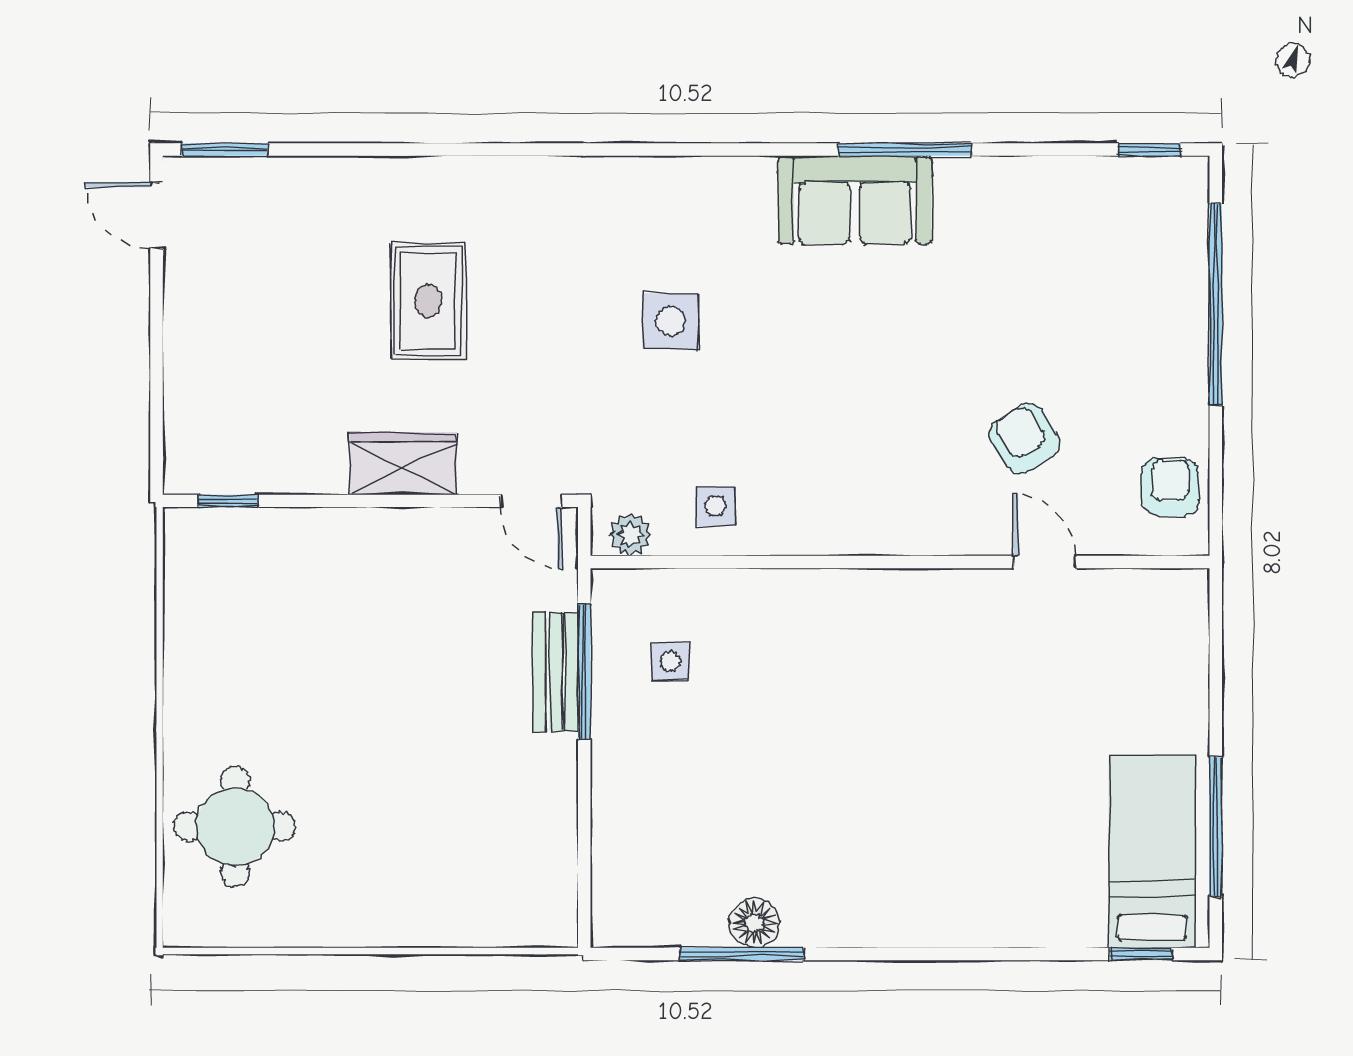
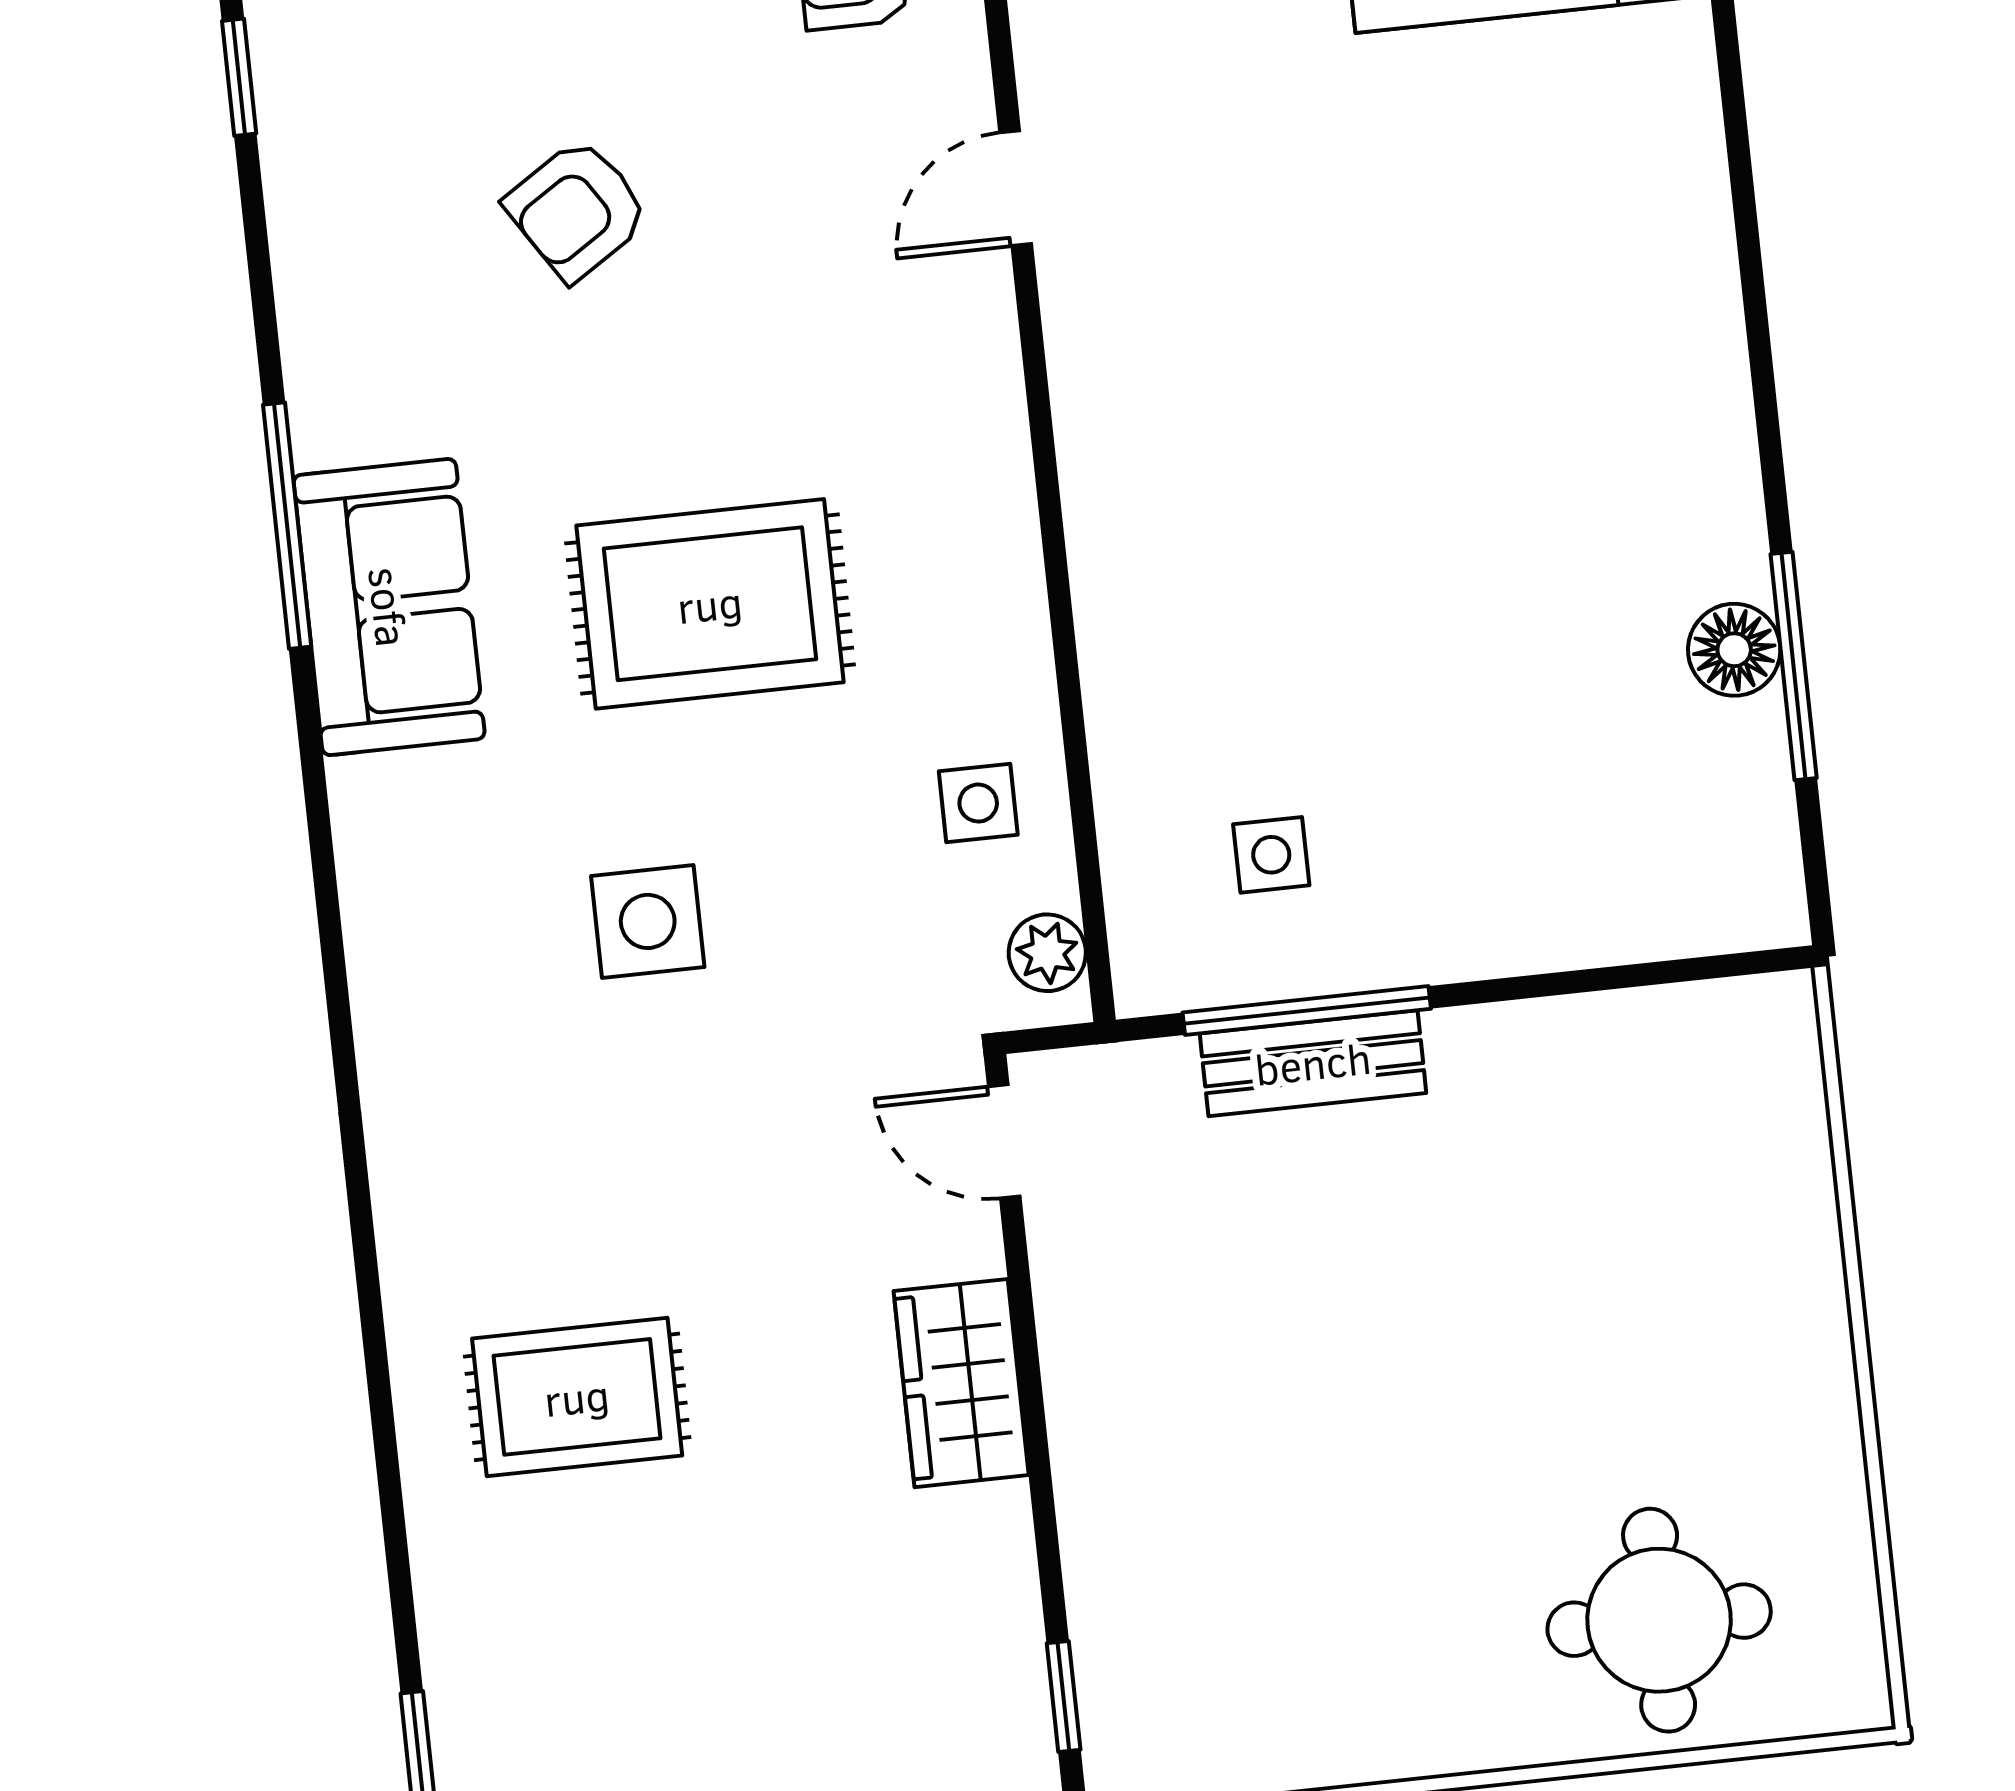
rug: (428, 301) -> (577, 1397), moved
rug: (838, 373) -> (710, 604), added
armchair: (1024, 438) -> (577, 210), moved
door: (531, 501) -> (1004, 1141), swing flipped

